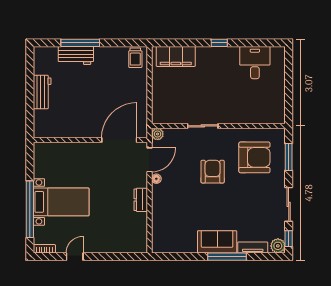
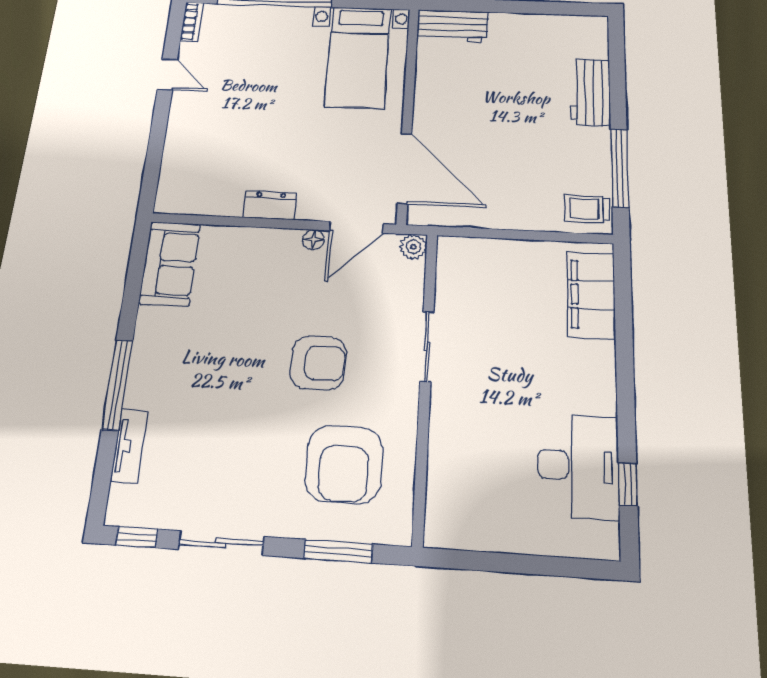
window: (80, 43) -> (620, 168), moved
window: (219, 43) -> (628, 484), moved
desk: (255, 63) -> (578, 466), width x1.37
workbench: (42, 92) -> (453, 26), moved
door: (149, 160) -> (357, 227), hinge flipped
bed with nightstands: (61, 202) -> (358, 57), moved
sofa: (217, 242) -> (170, 263), moved
plant: (278, 246) -> (124, 508), removed

